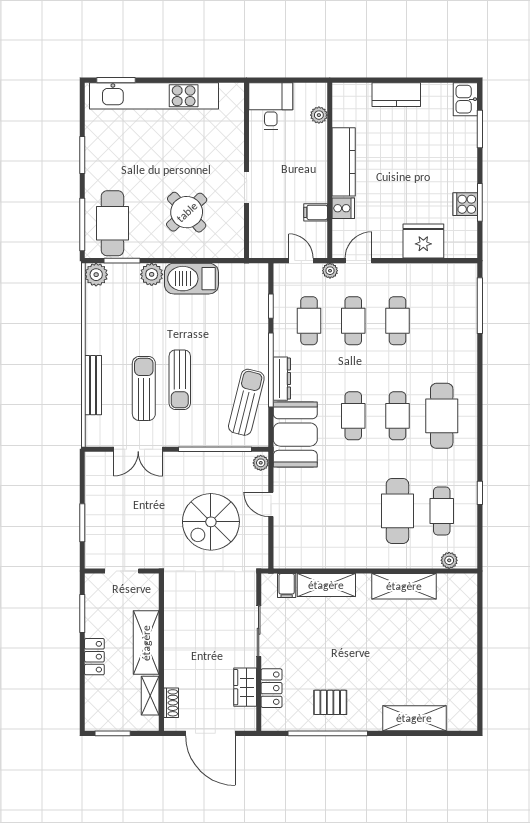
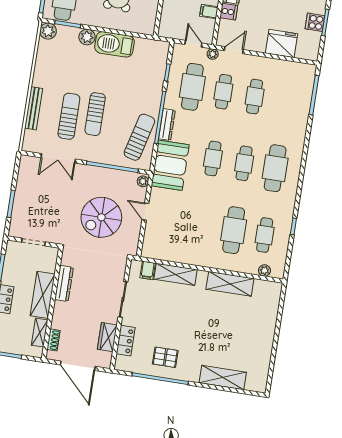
cafe table: (309, 321) -> (192, 87), width x1.37, depth x1.35
dresser: (173, 622) -> (64, 283), added

